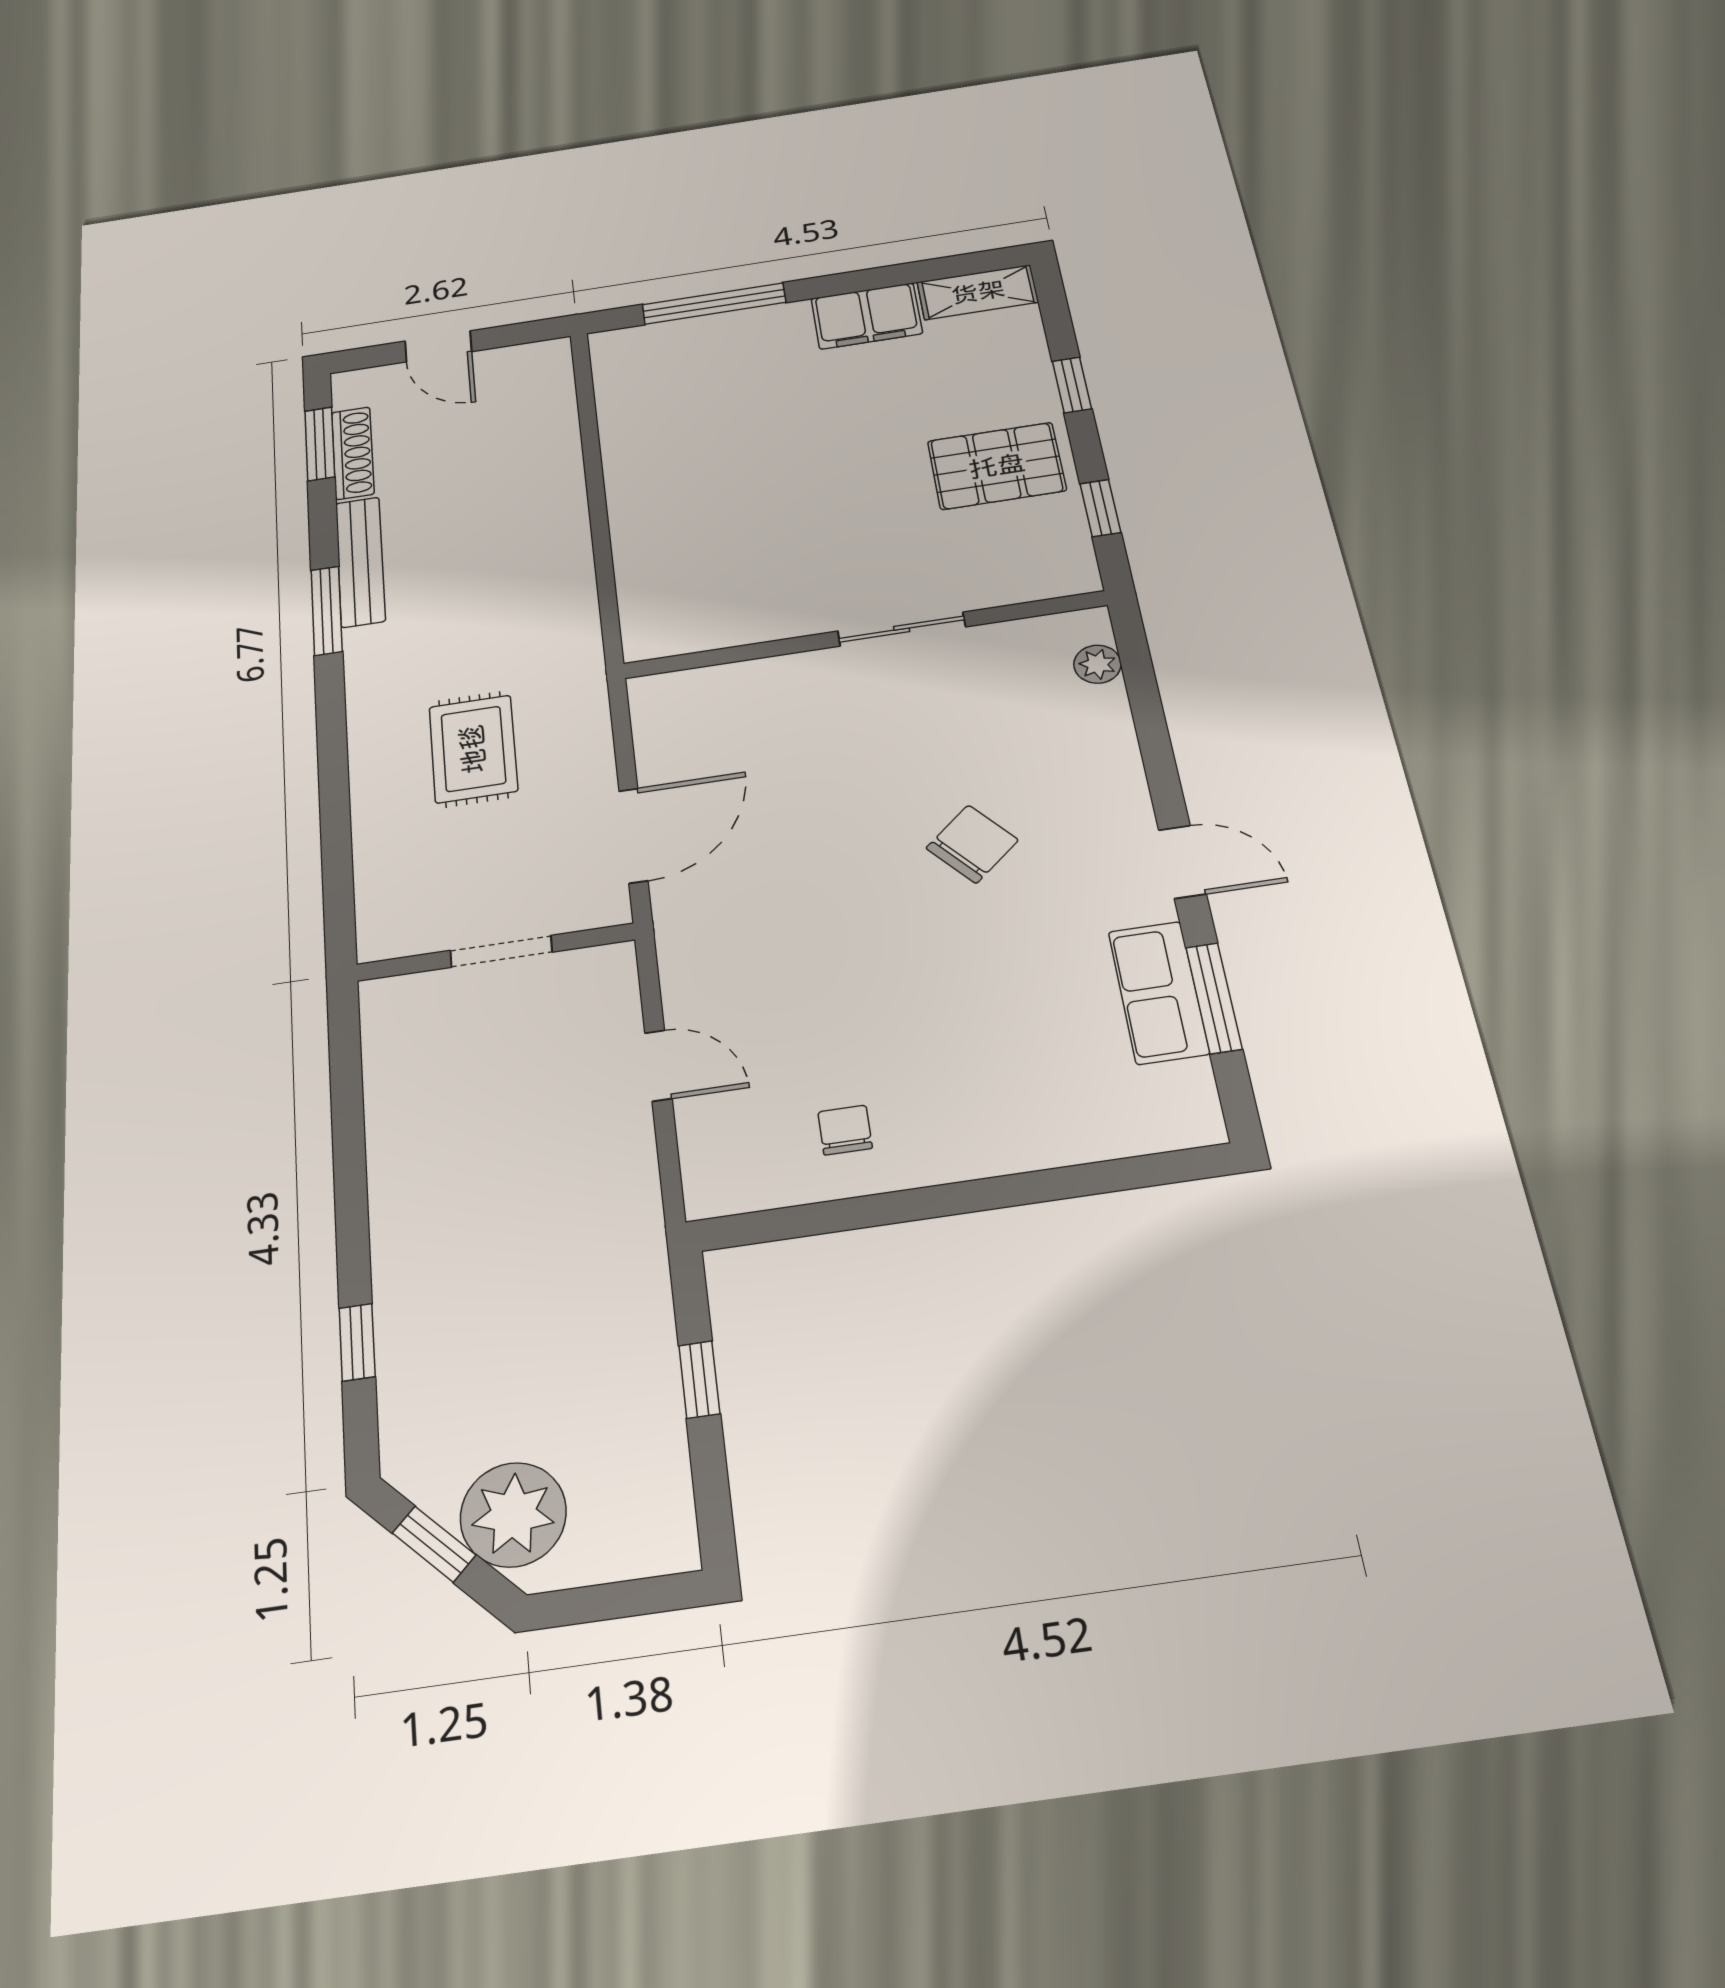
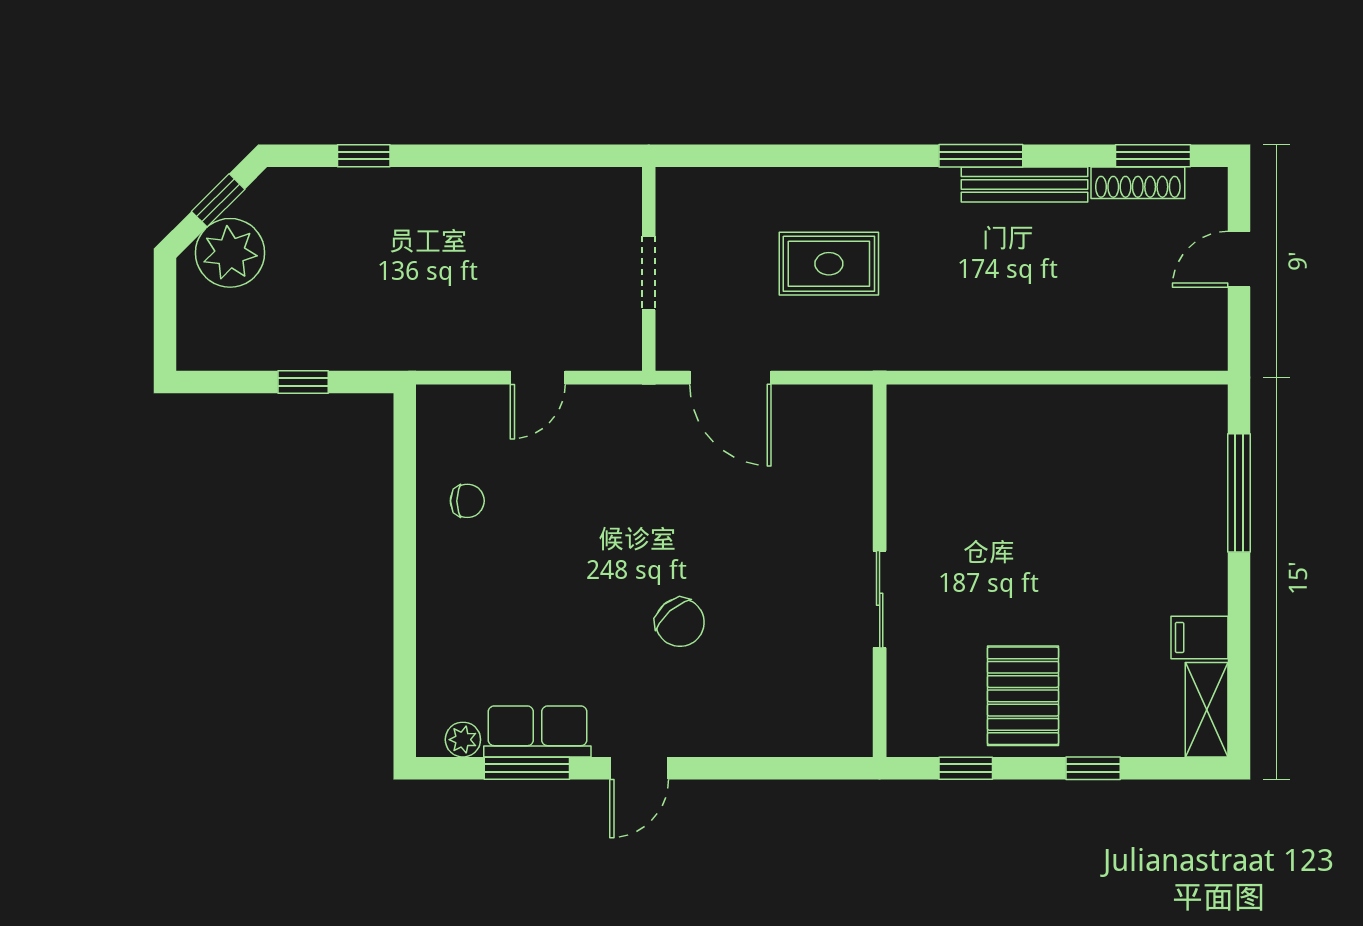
filing cabinet: (867, 316) -> (1199, 637), width x0.50
plant: (1097, 664) -> (463, 740), moved

